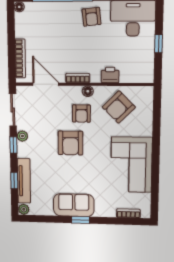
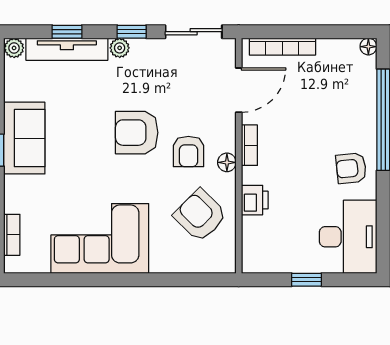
armchair: (81, 114) -> (188, 152), turned -90
plant: (22, 136) -> (120, 48), moved

